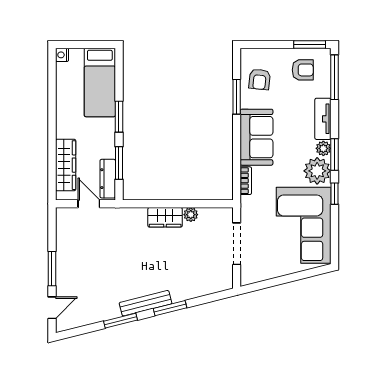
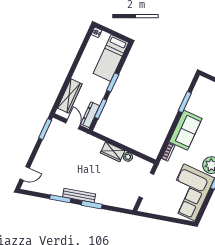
armchair: (260, 79) -> (202, 98), removed
window: (52, 269) -> (45, 129), moved

